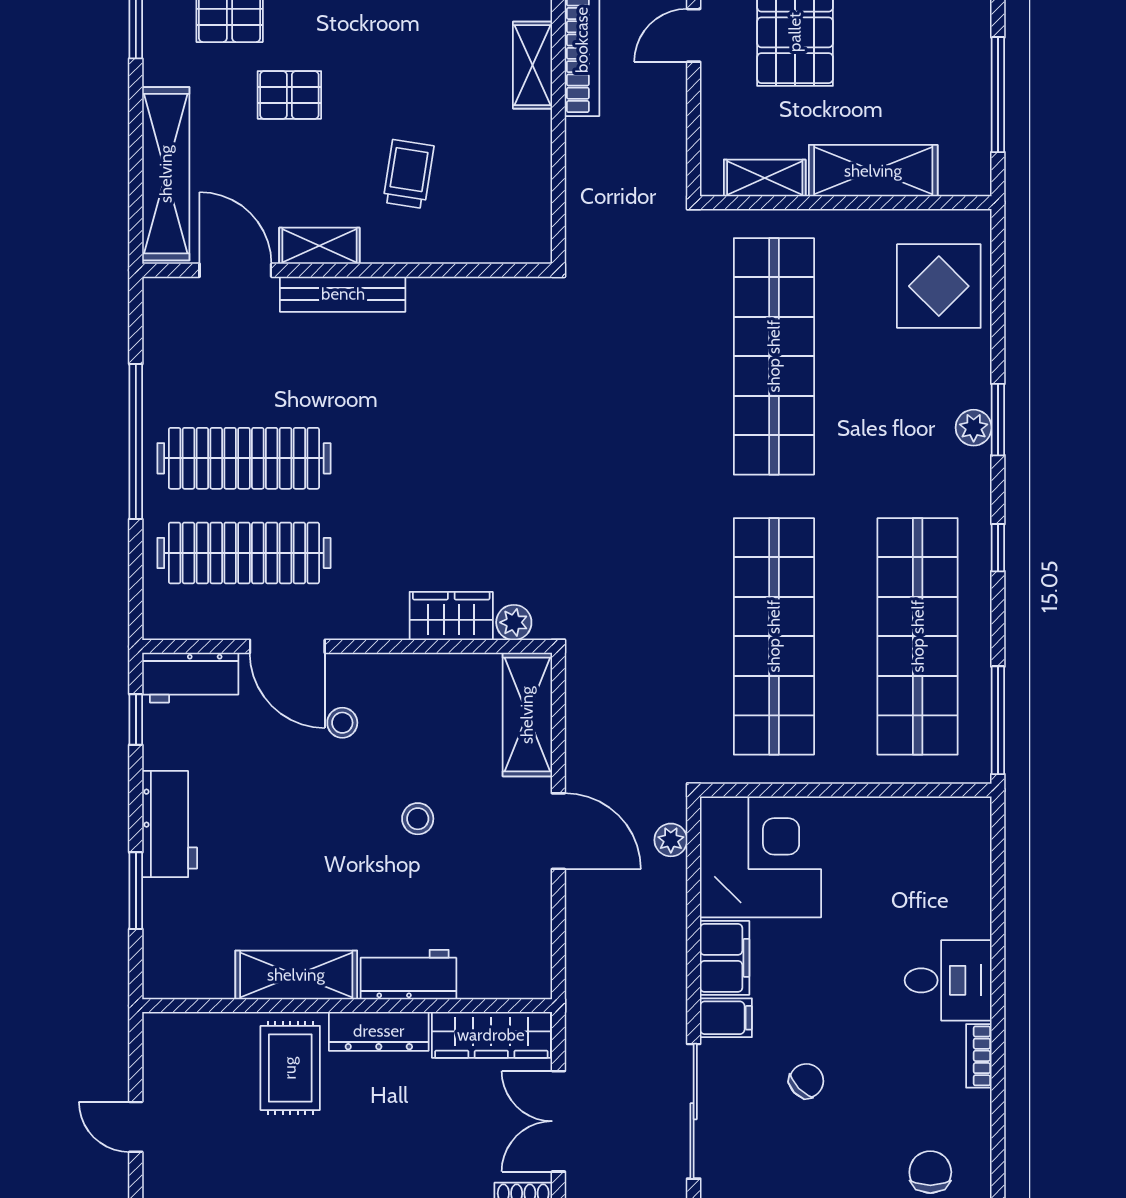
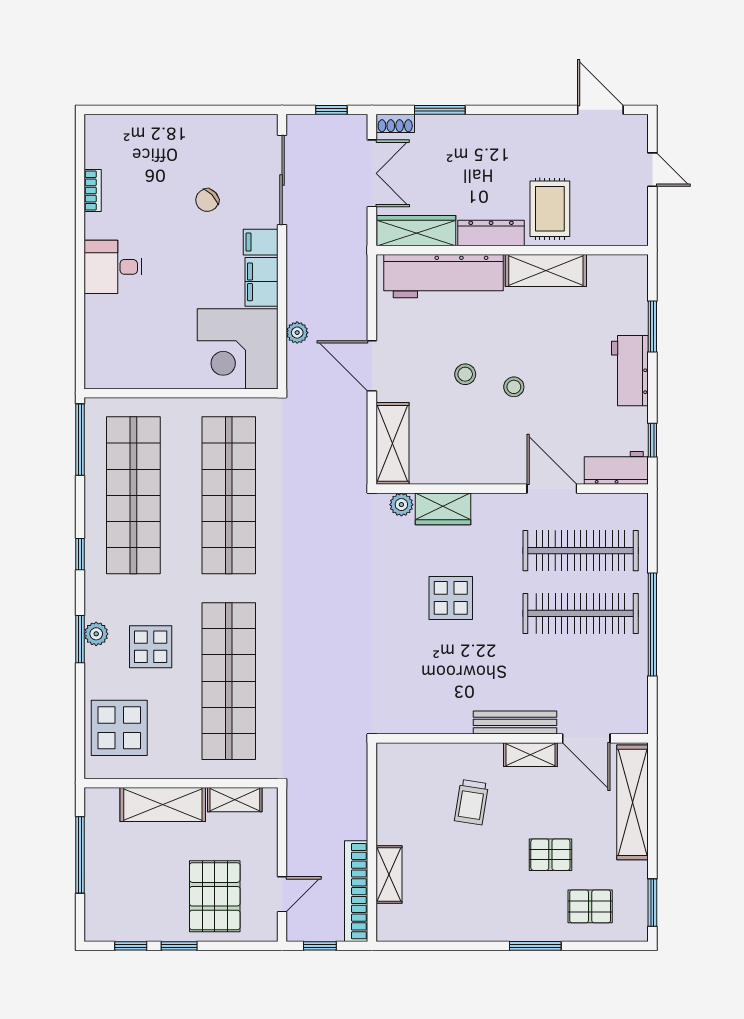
display table: (892, 408) -> (151, 647), added
display table: (440, 482) -> (451, 598), added
stool: (342, 723) -> (514, 387), moved
plant: (671, 840) -> (297, 333), moved
workbench: (408, 975) -> (444, 276), width x1.88, depth x1.32
bookcase: (979, 1056) -> (93, 190), moved
chair: (930, 1172) -> (125, 140), removed

